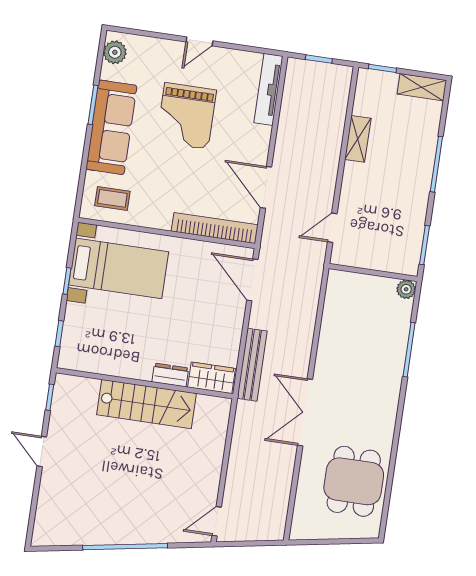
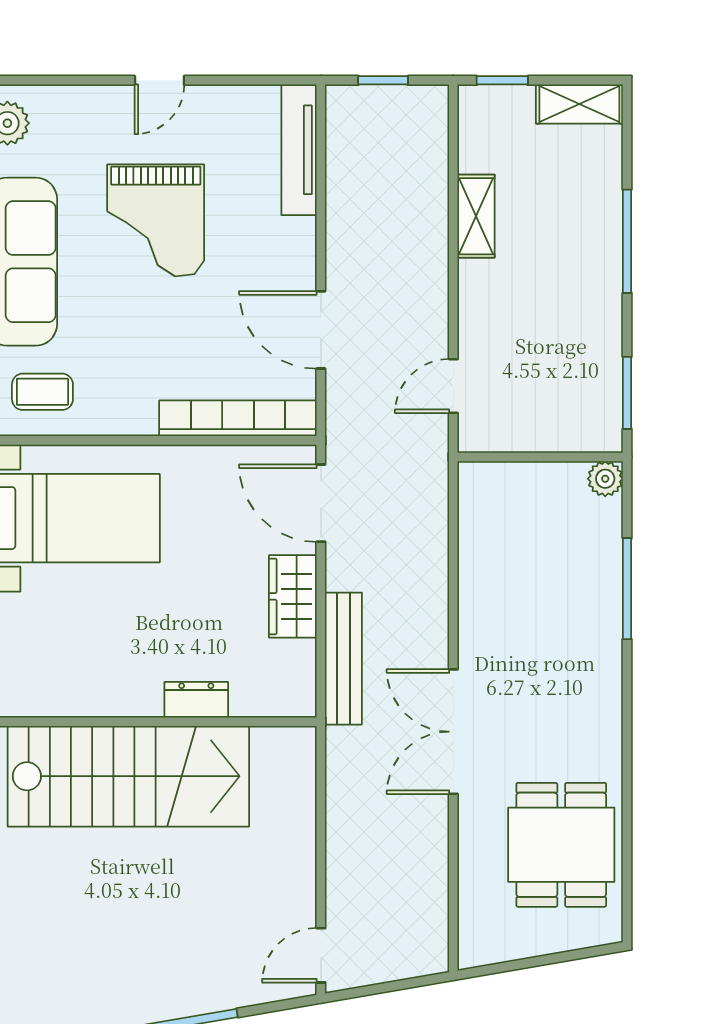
wardrobe: (211, 378) -> (293, 596), moved, turned -90
stairs: (147, 404) -> (128, 776), width x1.36, depth x1.51

